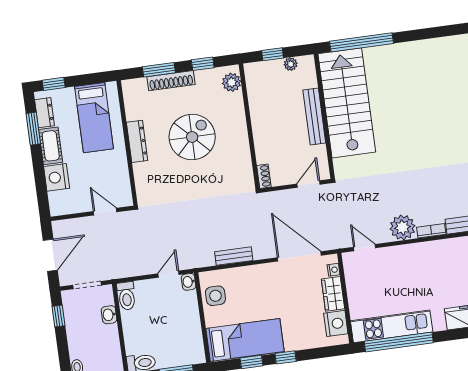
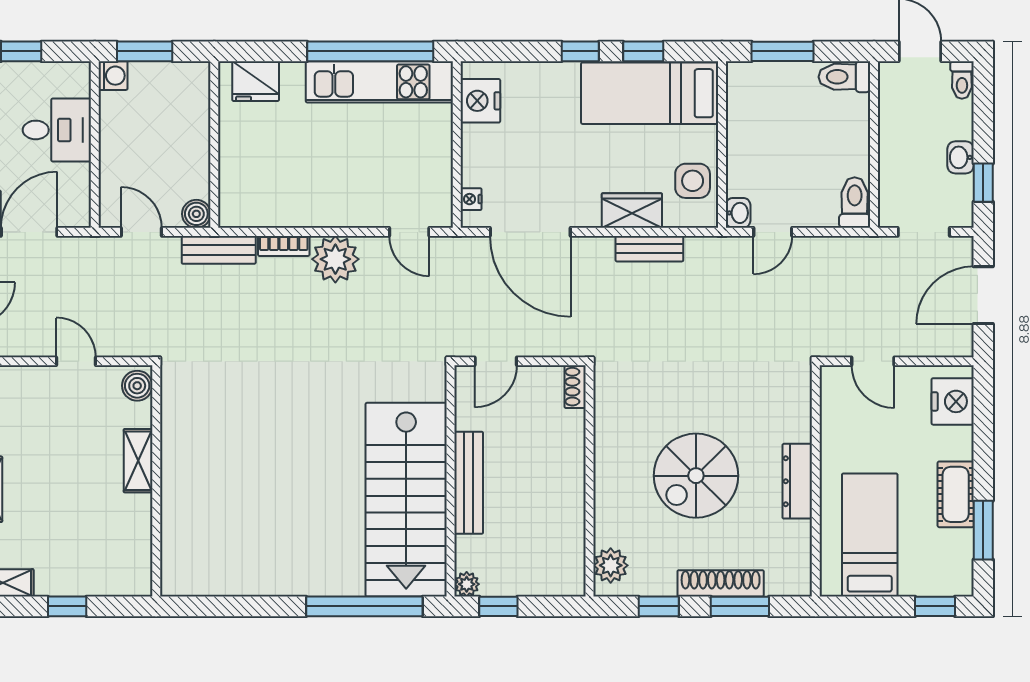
window: (272, 54) -> (498, 606), moved
plant: (291, 64) -> (467, 584), moved
dresser: (44, 113) -> (959, 556), removed
nightstand: (57, 177) -> (953, 401), moved
wardrobe: (333, 294) -> (632, 211), moved, turned -90
washbasin: (109, 315) -> (960, 157), moved, turned 180

